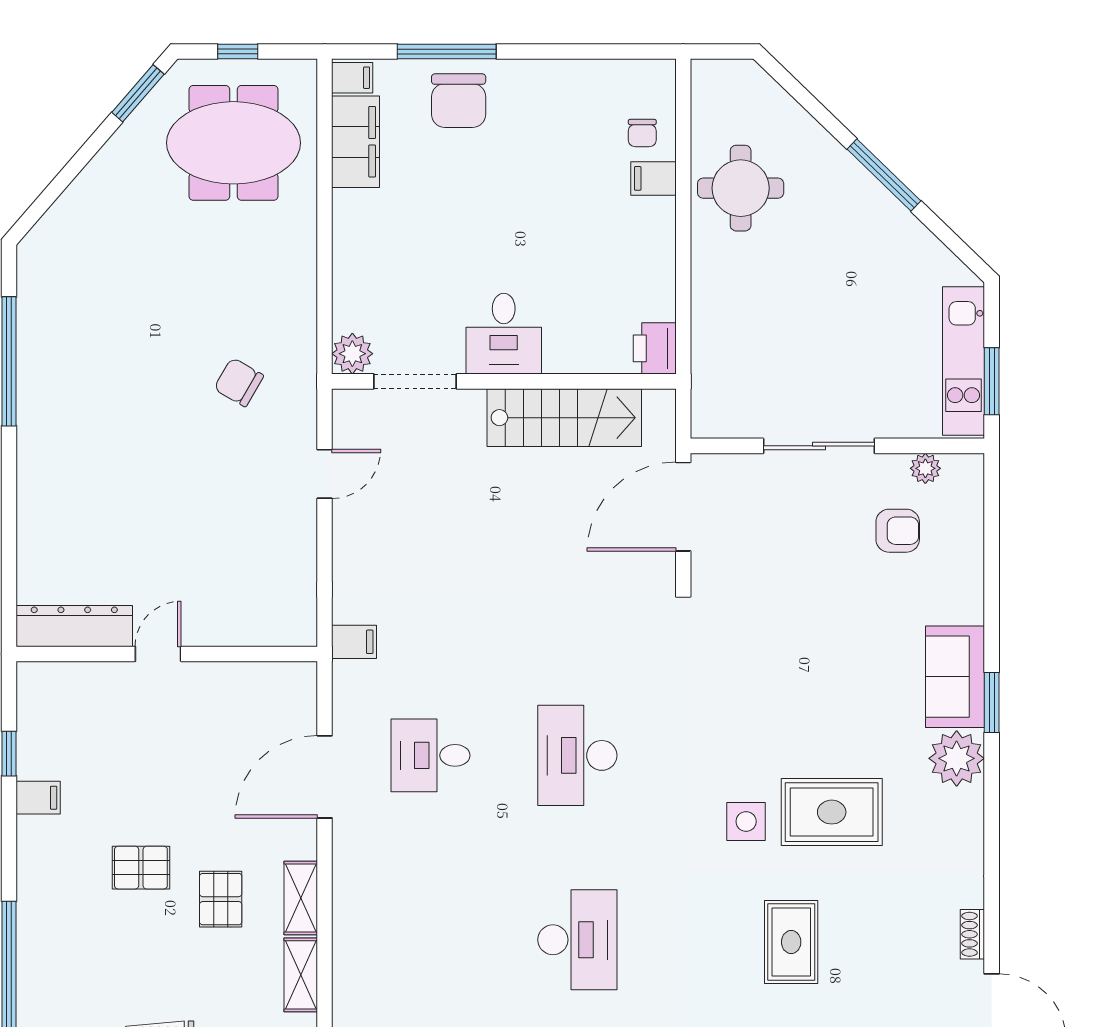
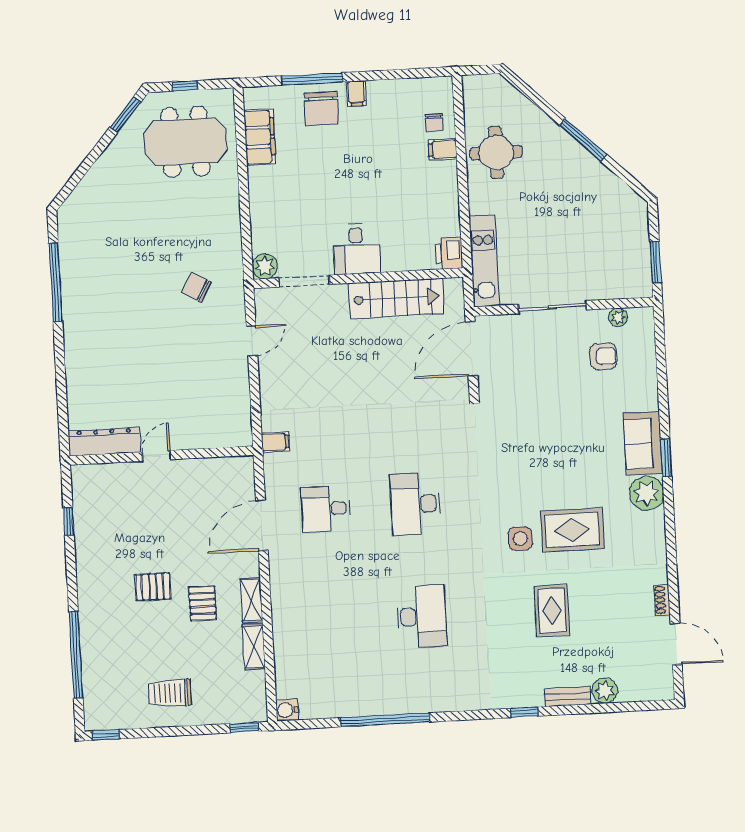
filing cabinet: (352, 78) -> (356, 93), moved, turned 90
kitchen unit: (963, 361) -> (484, 261), moved, turned 180
filing cabinet: (38, 798) -> (88, 547), removed

